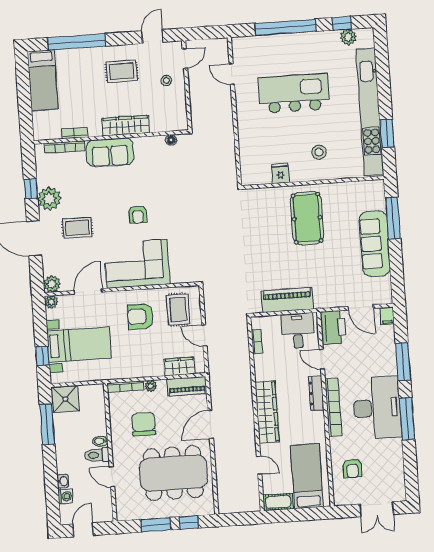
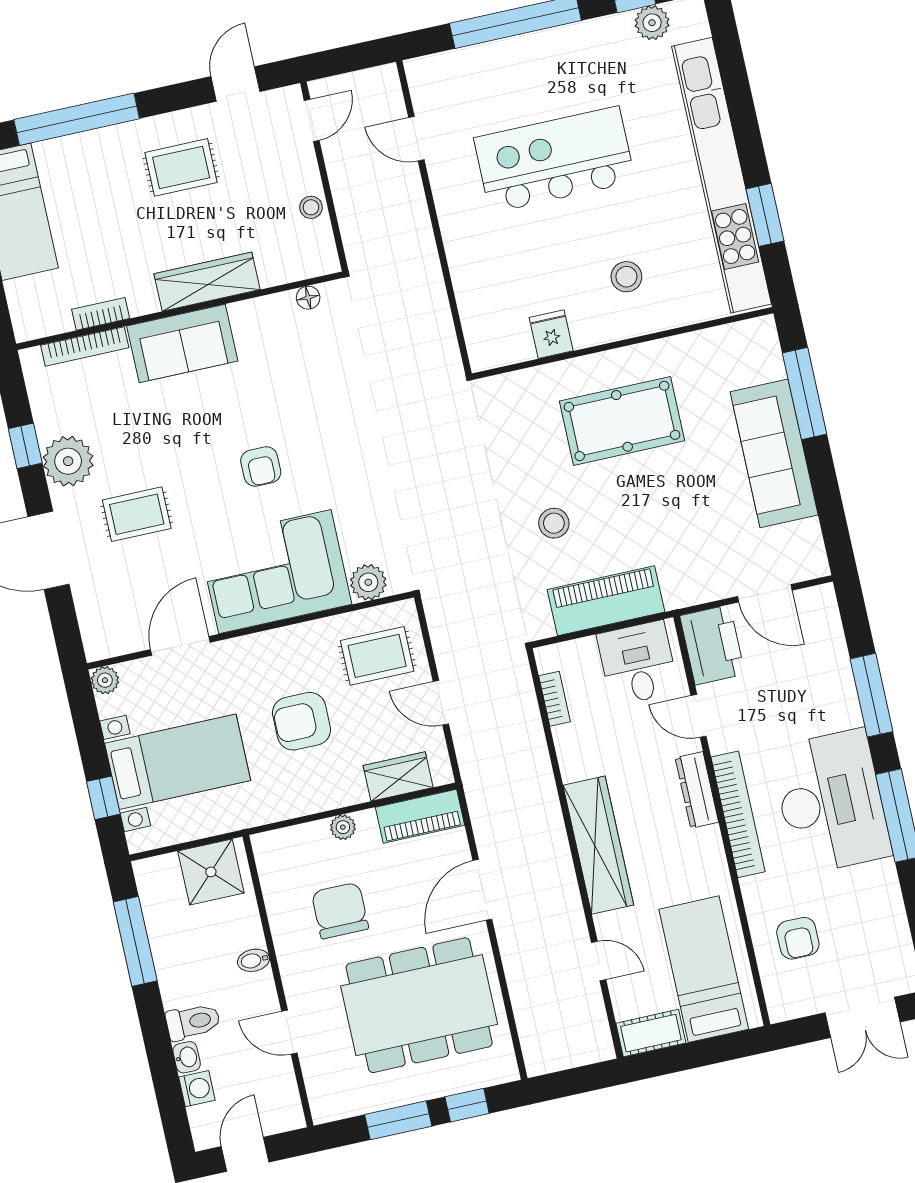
stool: (166, 80) -> (311, 207), moved
pool table: (307, 218) -> (622, 421), turned 90
stool: (269, 261) -> (554, 523), added
plant: (52, 284) -> (368, 582), moved
rug: (178, 309) -> (377, 656), turned 90
filing cabinet: (387, 316) -> (823, 603), removed
armchair: (140, 317) -> (302, 721), moved
bookcase: (125, 387) -> (289, 836), removed
shower: (65, 399) -> (211, 872), moved
toilet: (97, 455) -> (193, 1022), moved, turned 180

